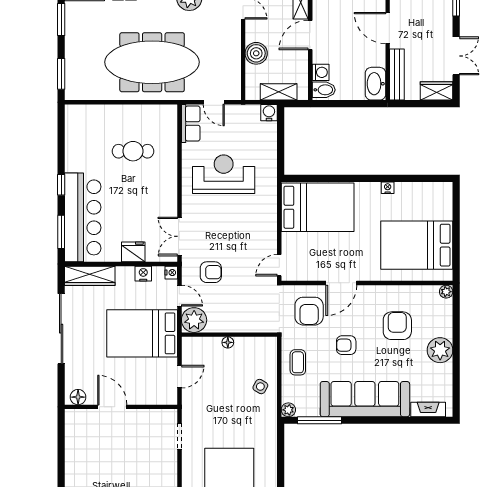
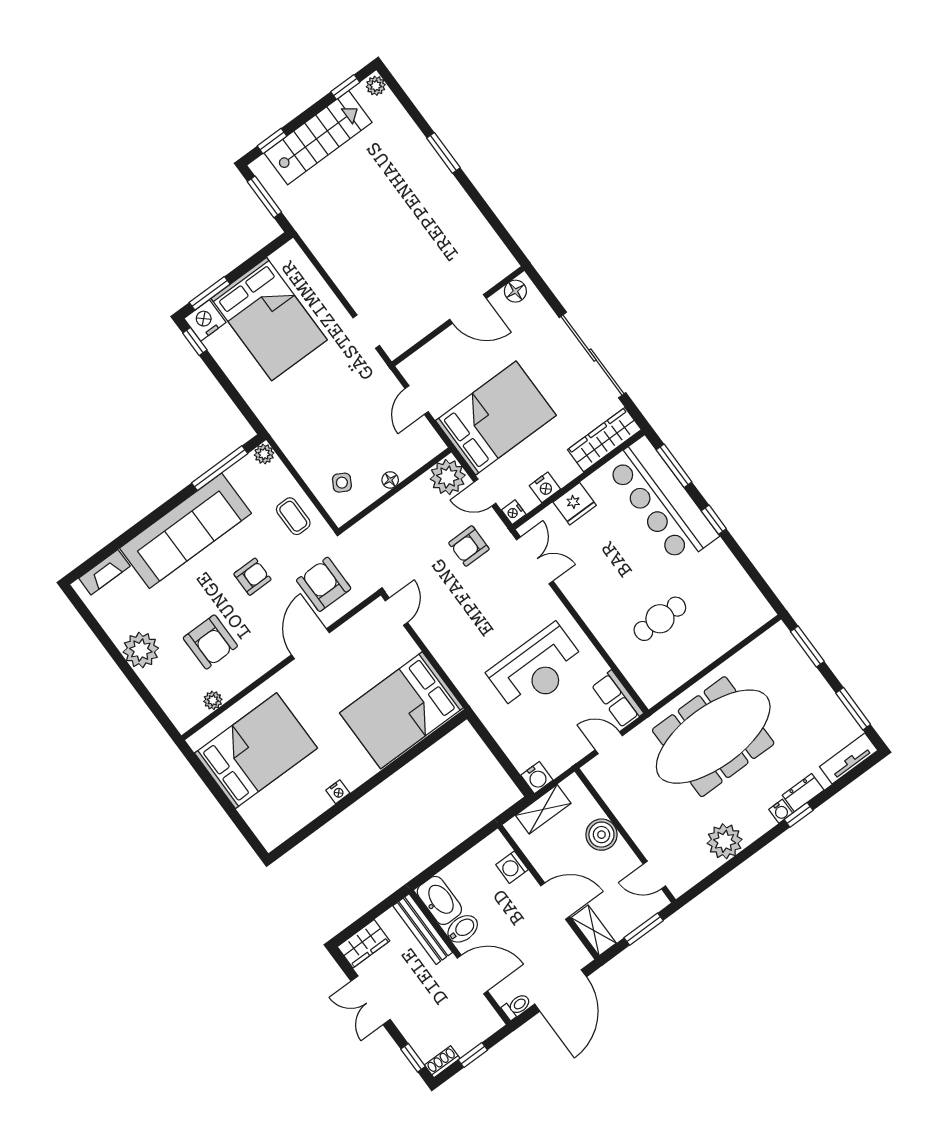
door: (310, 35) -> (555, 901), hinge flipped
bidet: (324, 90) -> (463, 929), moved, turned 180
plant: (446, 292) -> (213, 700), moved
side table: (260, 387) -> (342, 483), moved

